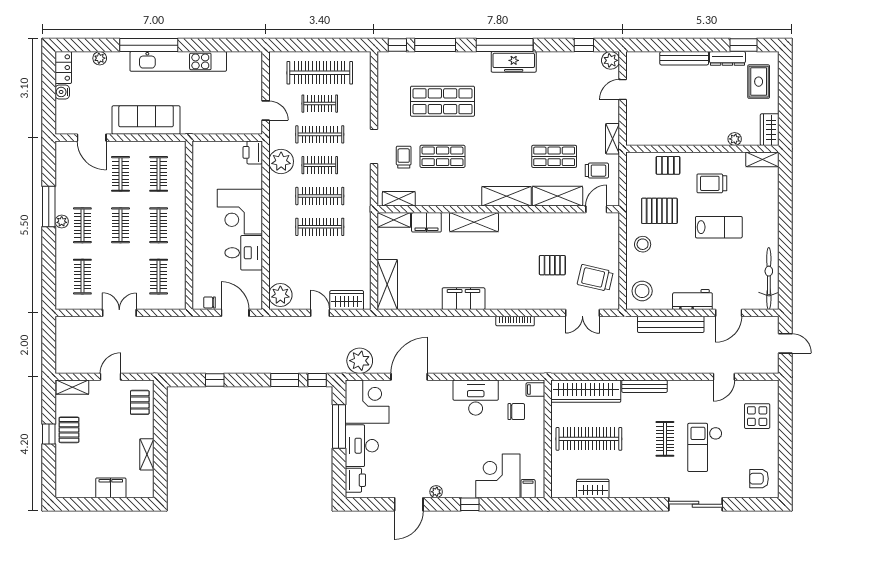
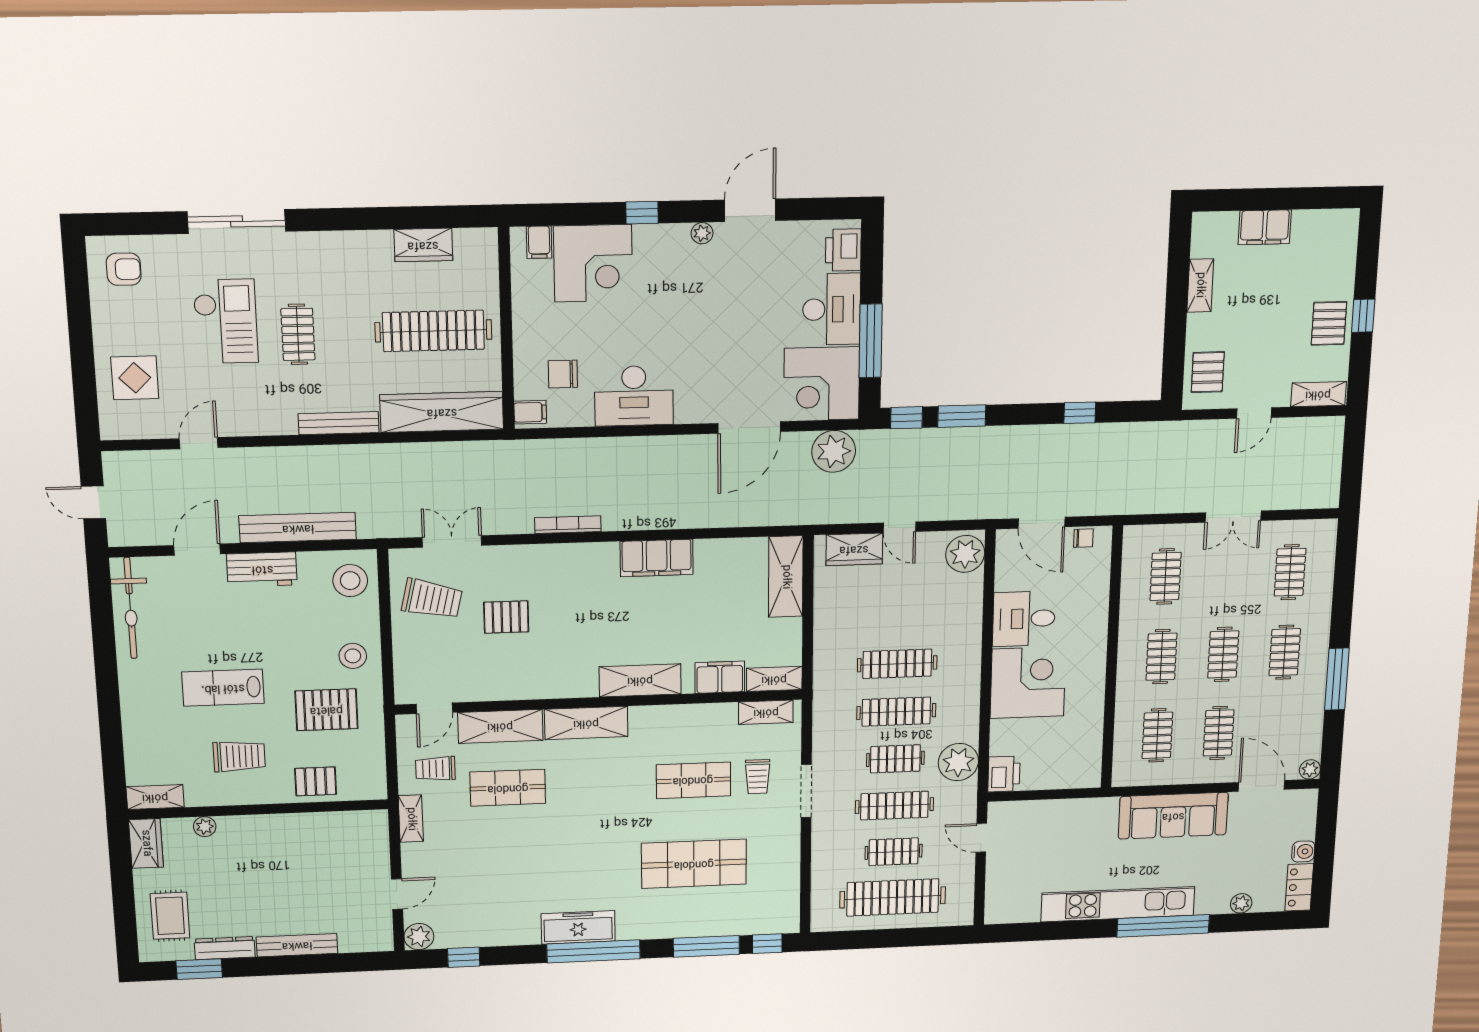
plant: (62, 221) -> (1310, 769), moved

